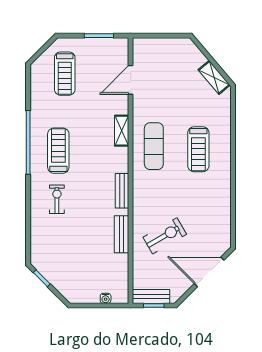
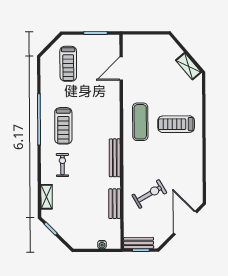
shelving: (122, 131) -> (47, 197), moved
treadmill: (198, 149) -> (176, 124), turned 90
treadmill: (58, 151) -> (63, 126), turned 180
bench: (122, 191) -> (115, 158), width x1.36
bench: (121, 234) -> (115, 204), moved
door: (209, 272) -> (185, 223), hinge flipped

